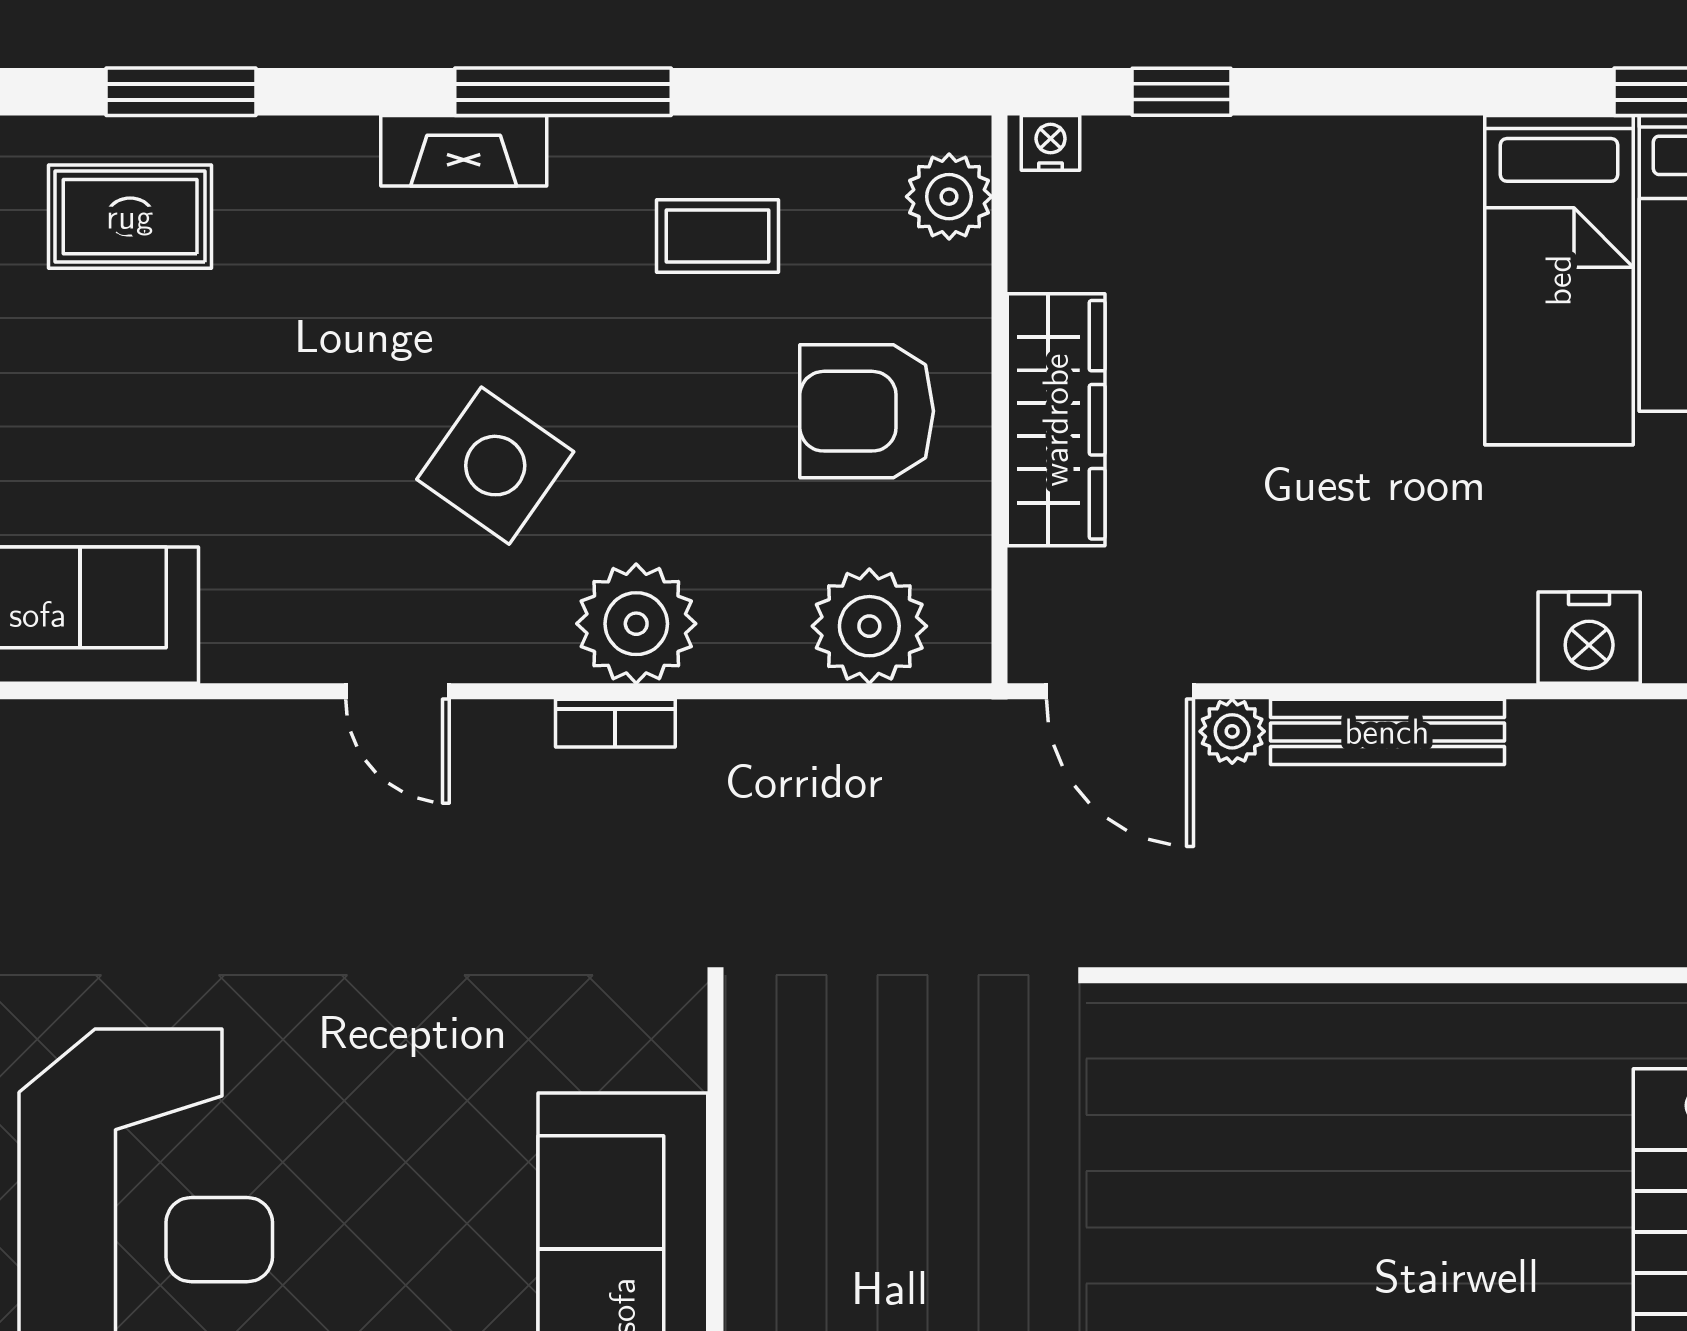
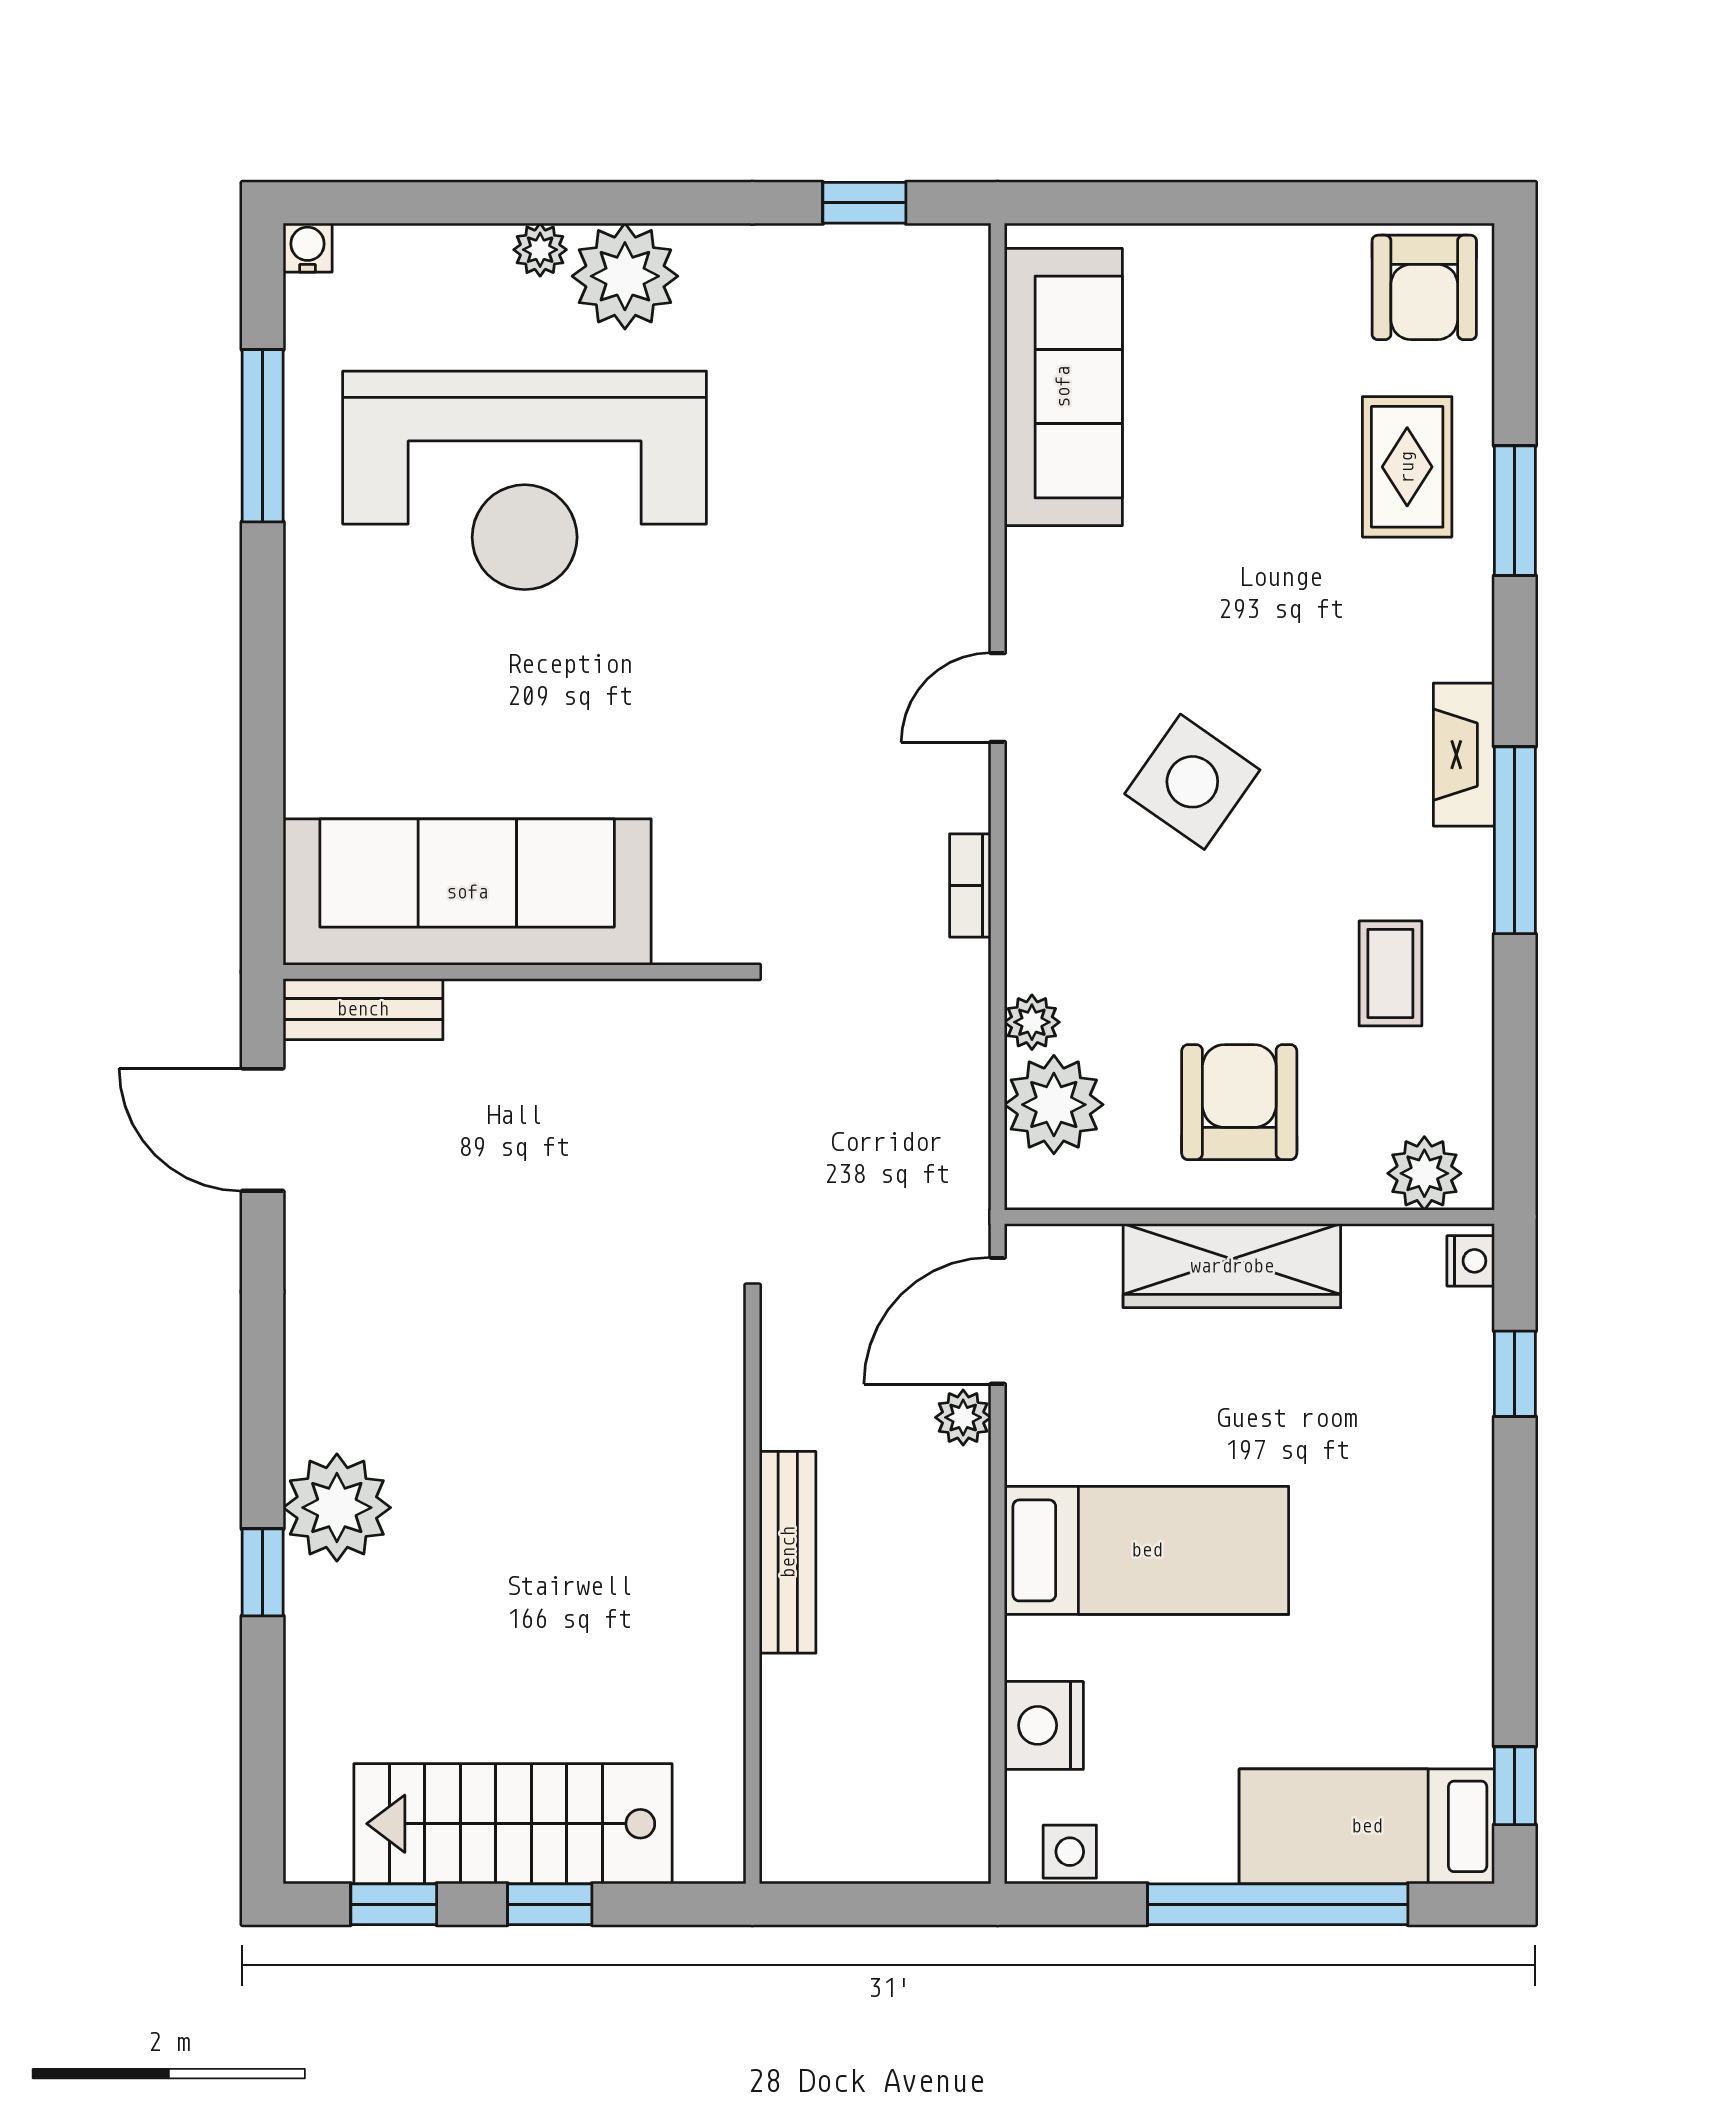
bed: (1559, 280) -> (1147, 1550), moved, turned 180
plant: (636, 624) -> (1032, 1022), moved, width x0.53, depth x0.53
bench: (1387, 732) -> (788, 1552), moved

